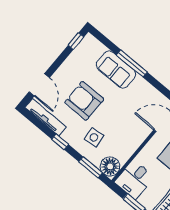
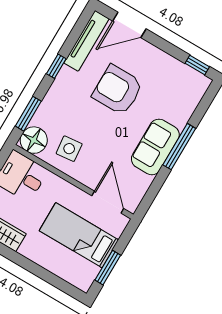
sofa: (116, 69) -> (155, 147), moved
armchair: (84, 101) -> (118, 90), turned -90
side table: (94, 137) -> (69, 149), moved

